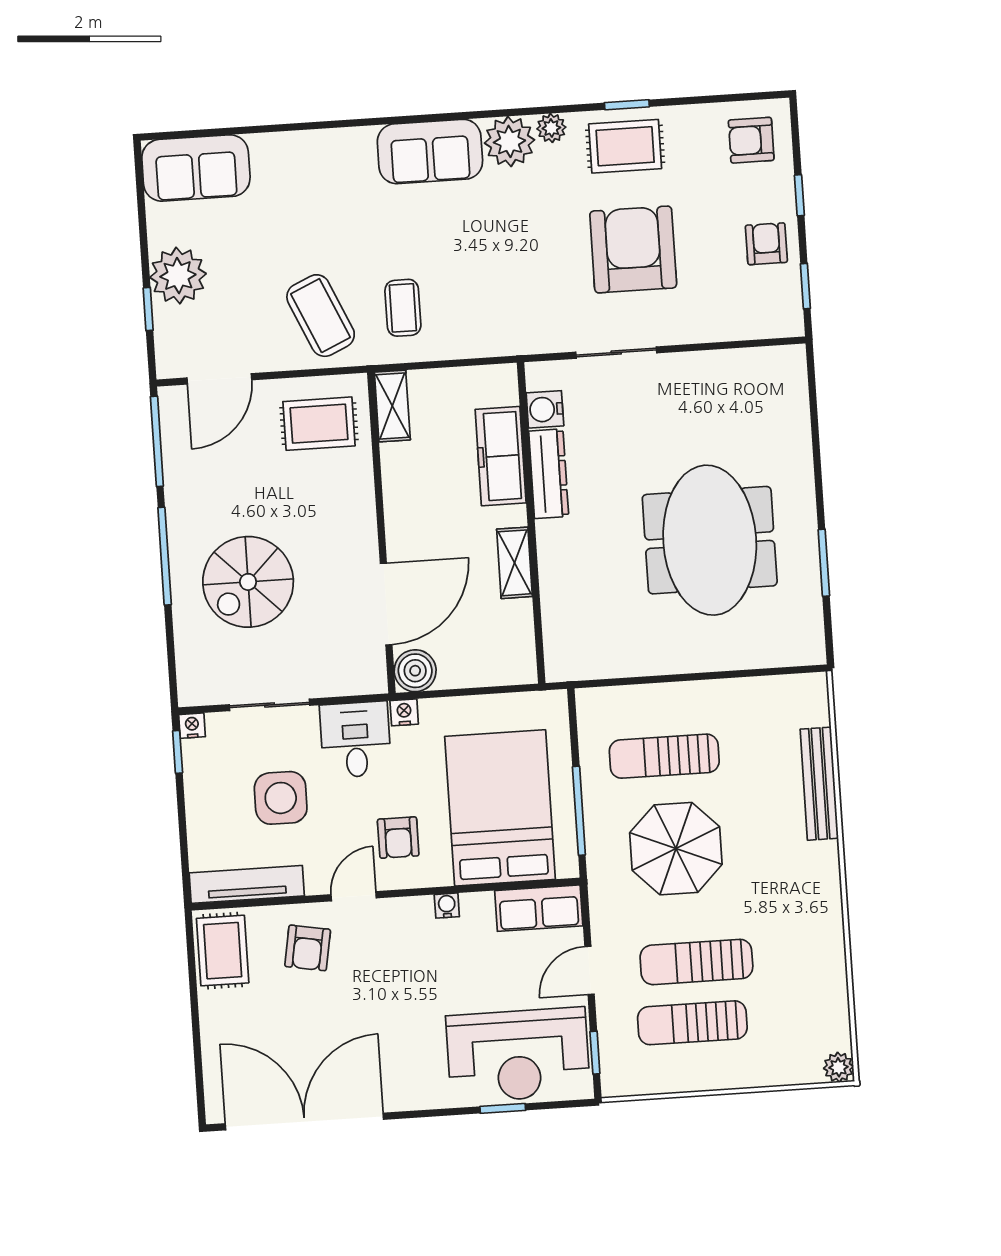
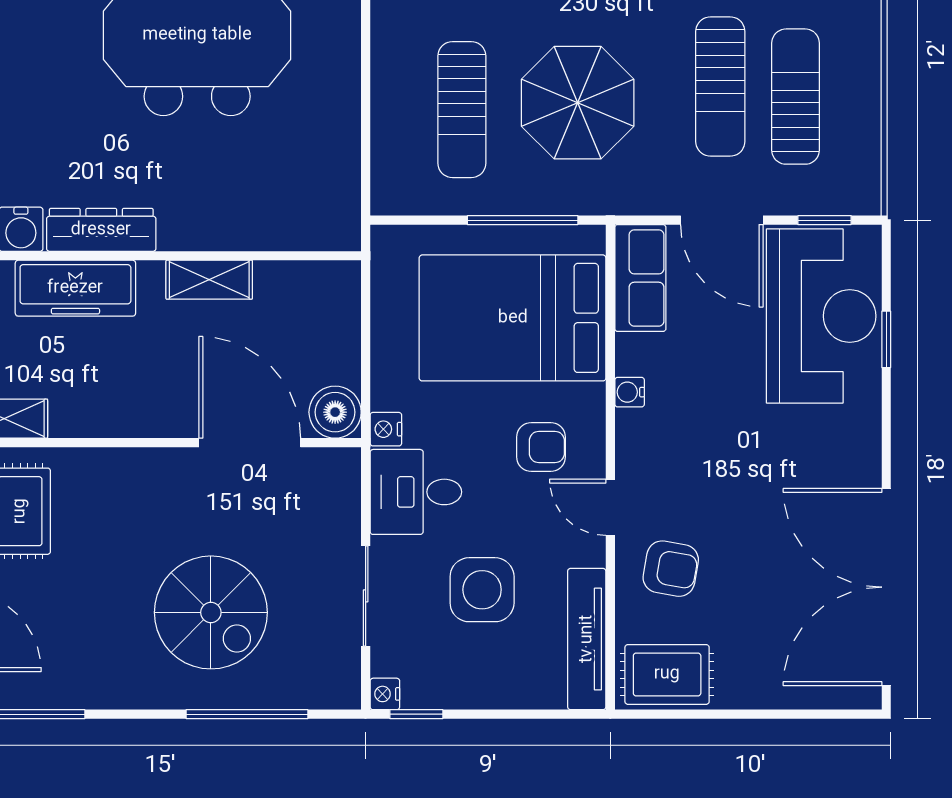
window: (165, 556) -> (247, 714), moved
door: (589, 970) -> (722, 220), width x1.38
sun lounger: (692, 1023) -> (796, 97), turned 180

